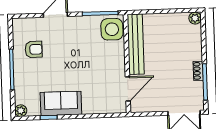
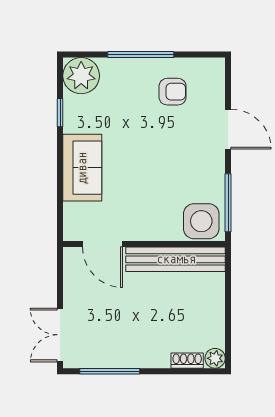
armchair: (34, 49) -> (173, 92), turned -90
shoe rack: (198, 71) -> (187, 361), moved
sofa: (61, 103) -> (82, 168), moved
plant: (21, 111) -> (81, 76), width x1.87, depth x1.87

